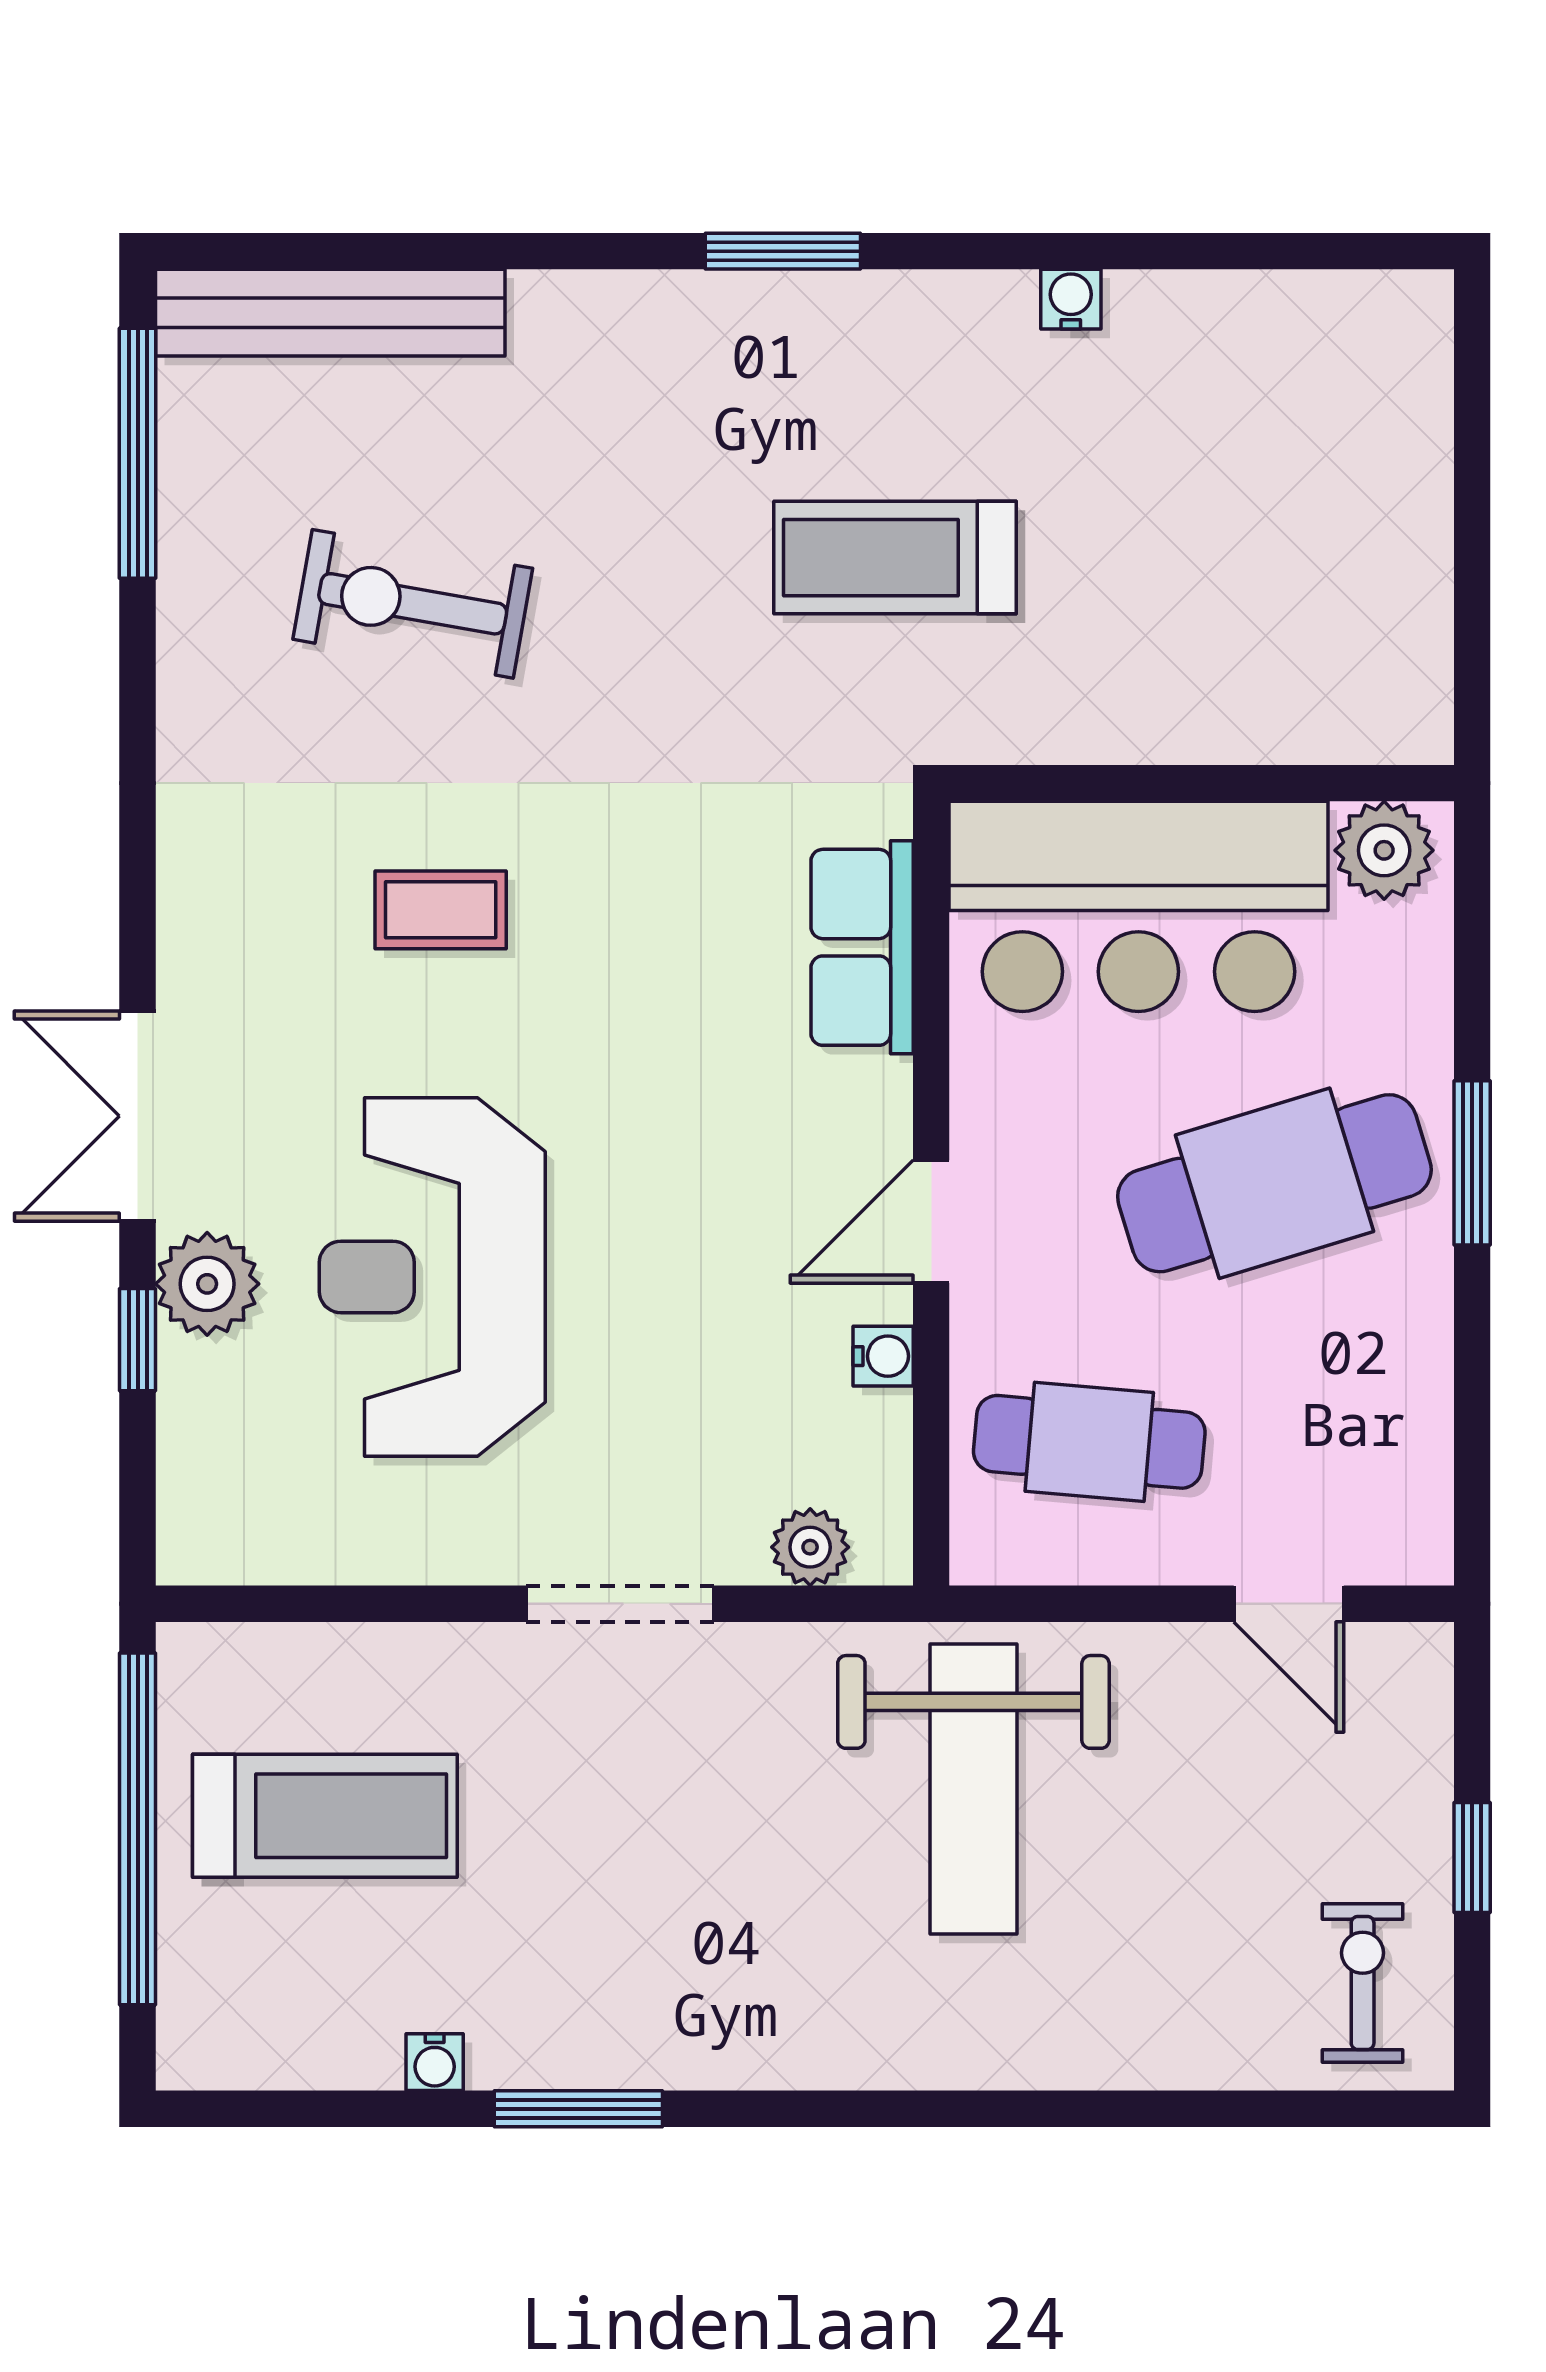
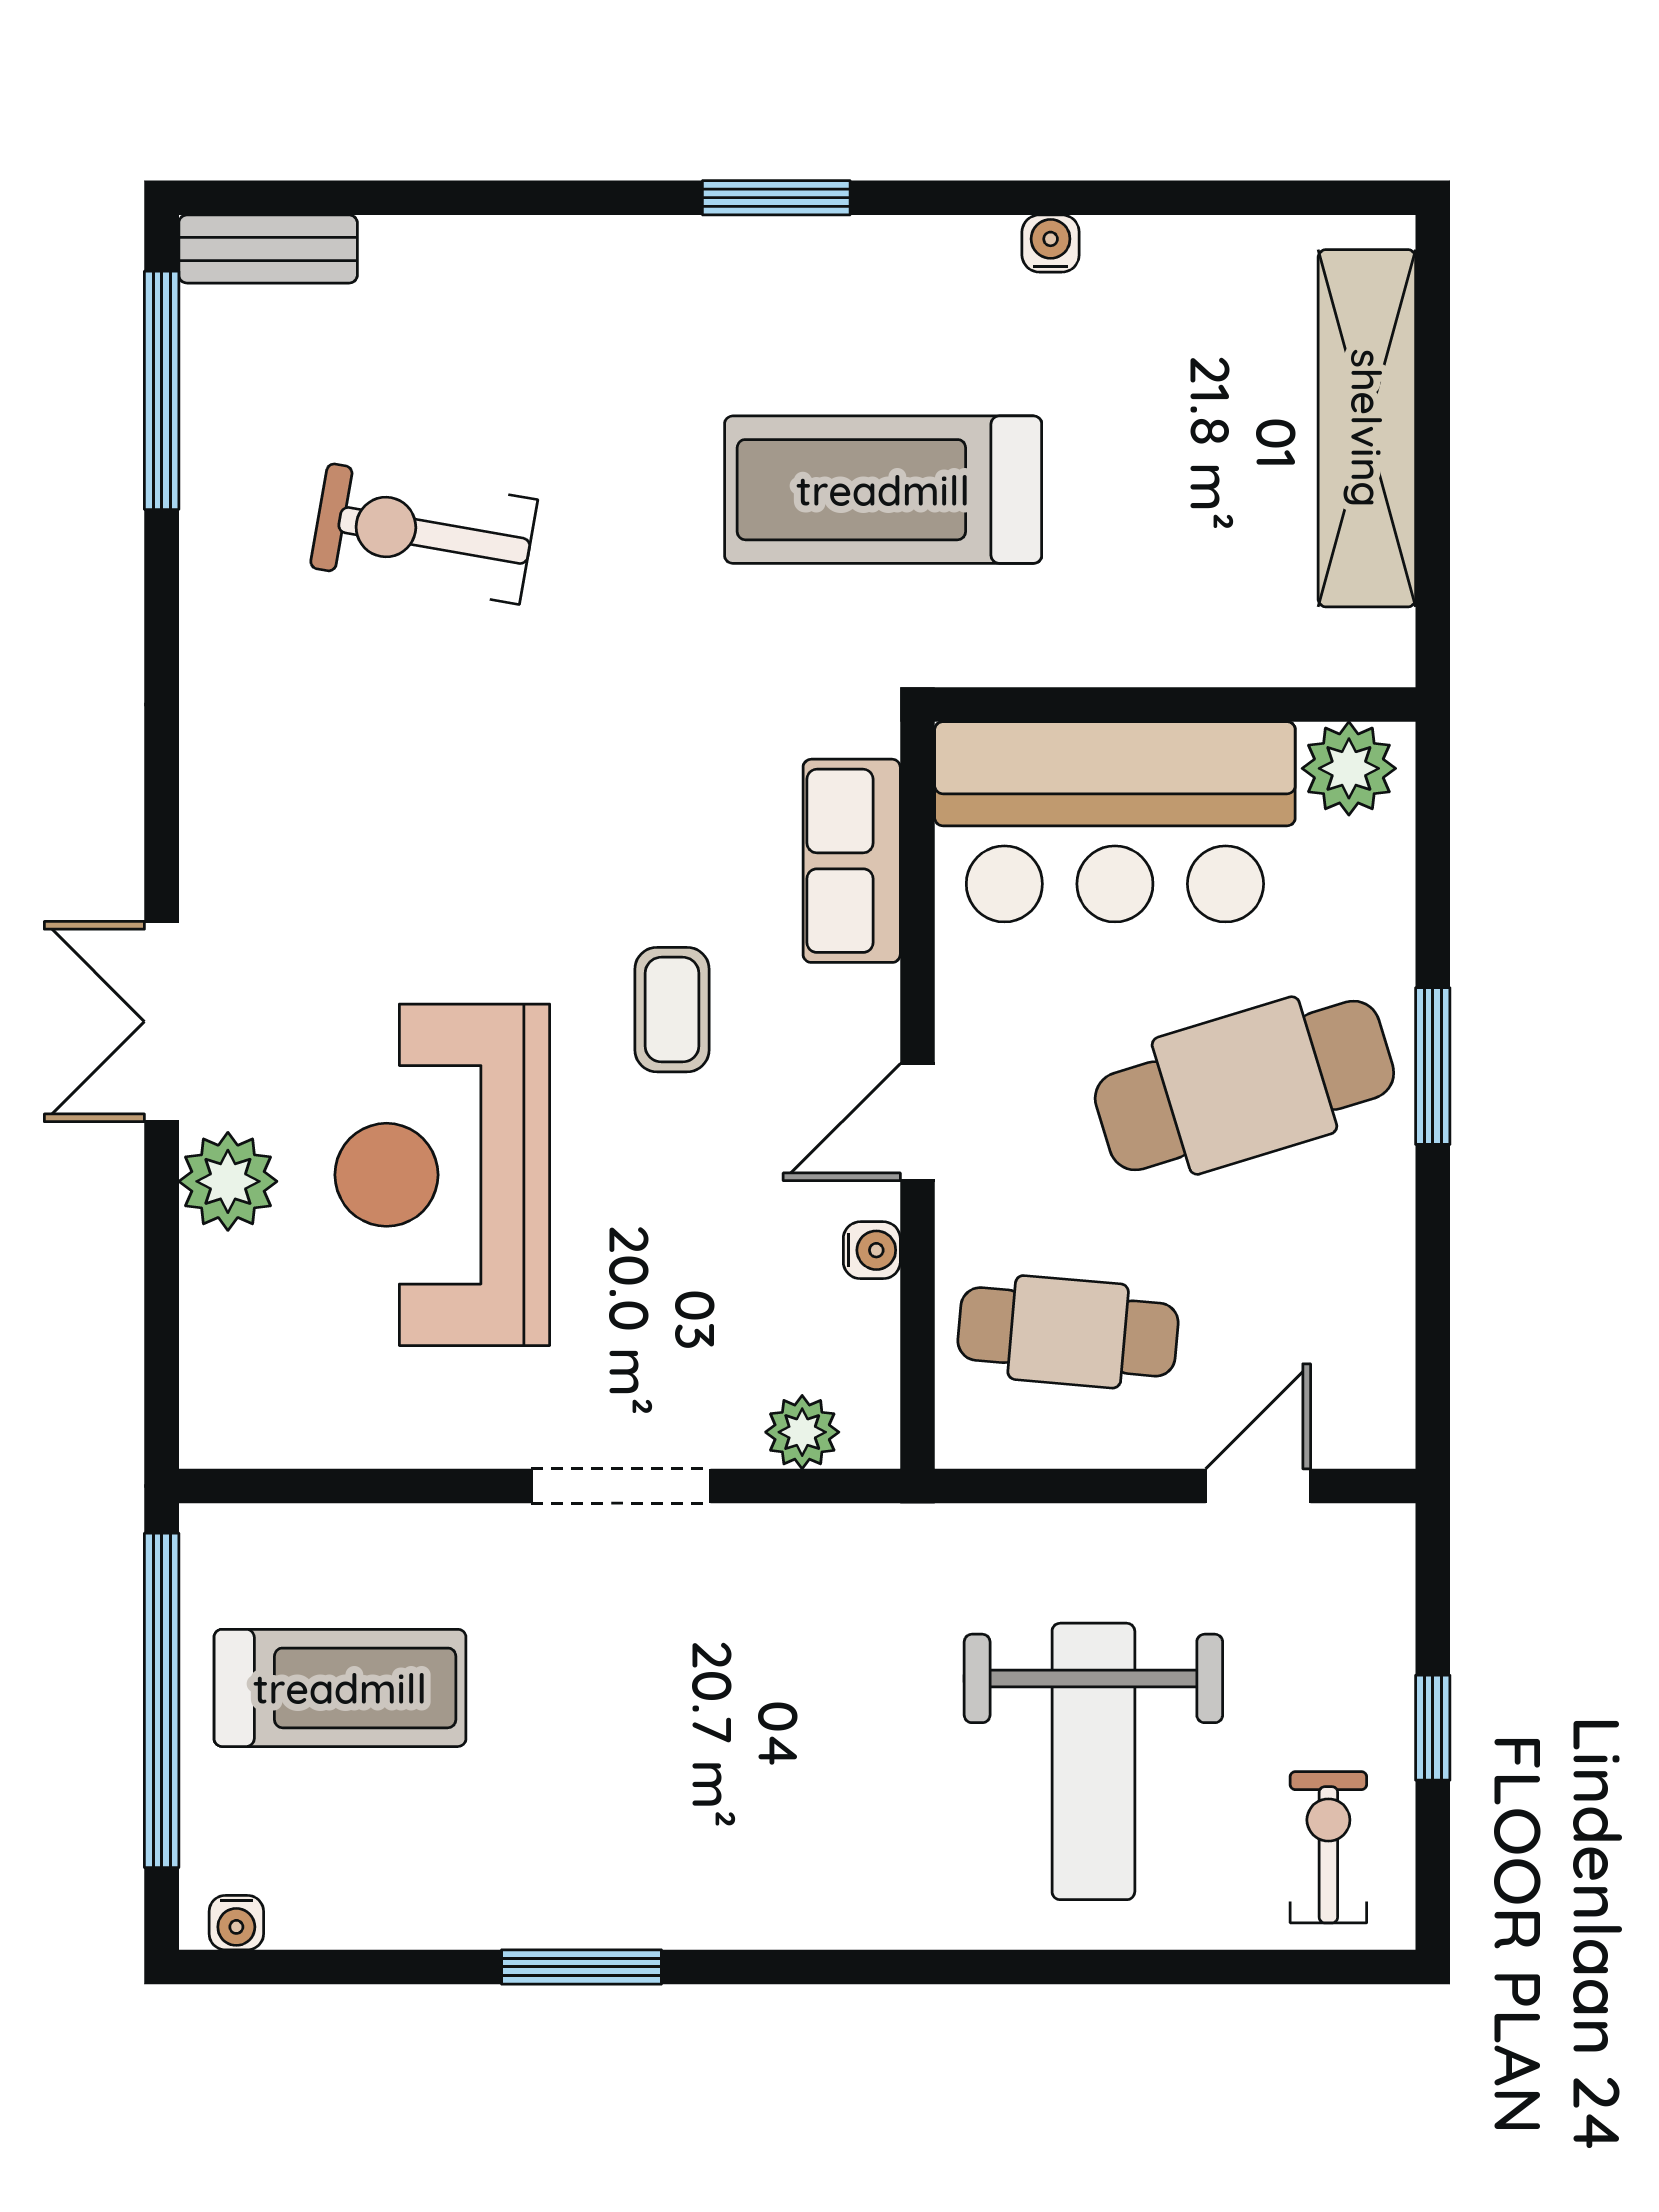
bench: (330, 313) -> (268, 249), width x0.54, depth x0.82
shelving: (1403, 493) -> (1367, 428), added
treadmill: (895, 558) -> (883, 490), width x1.37, depth x1.38
coffee table: (441, 910) -> (672, 1010), moved, turned 90
window: (138, 1340) -> (162, 1235), removed
door: (1289, 1604) -> (1258, 1486), swing flipped
weight bench: (973, 1789) -> (1093, 1761), moved
water cooler: (435, 2062) -> (236, 1923), moved

